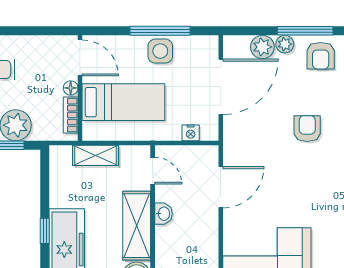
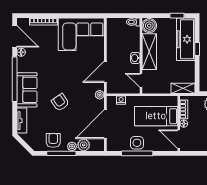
armchair: (307, 129) -> (60, 102), turned 146
plant: (232, 143) -> (100, 95), added
shelving: (95, 155) -> (183, 88), moved

